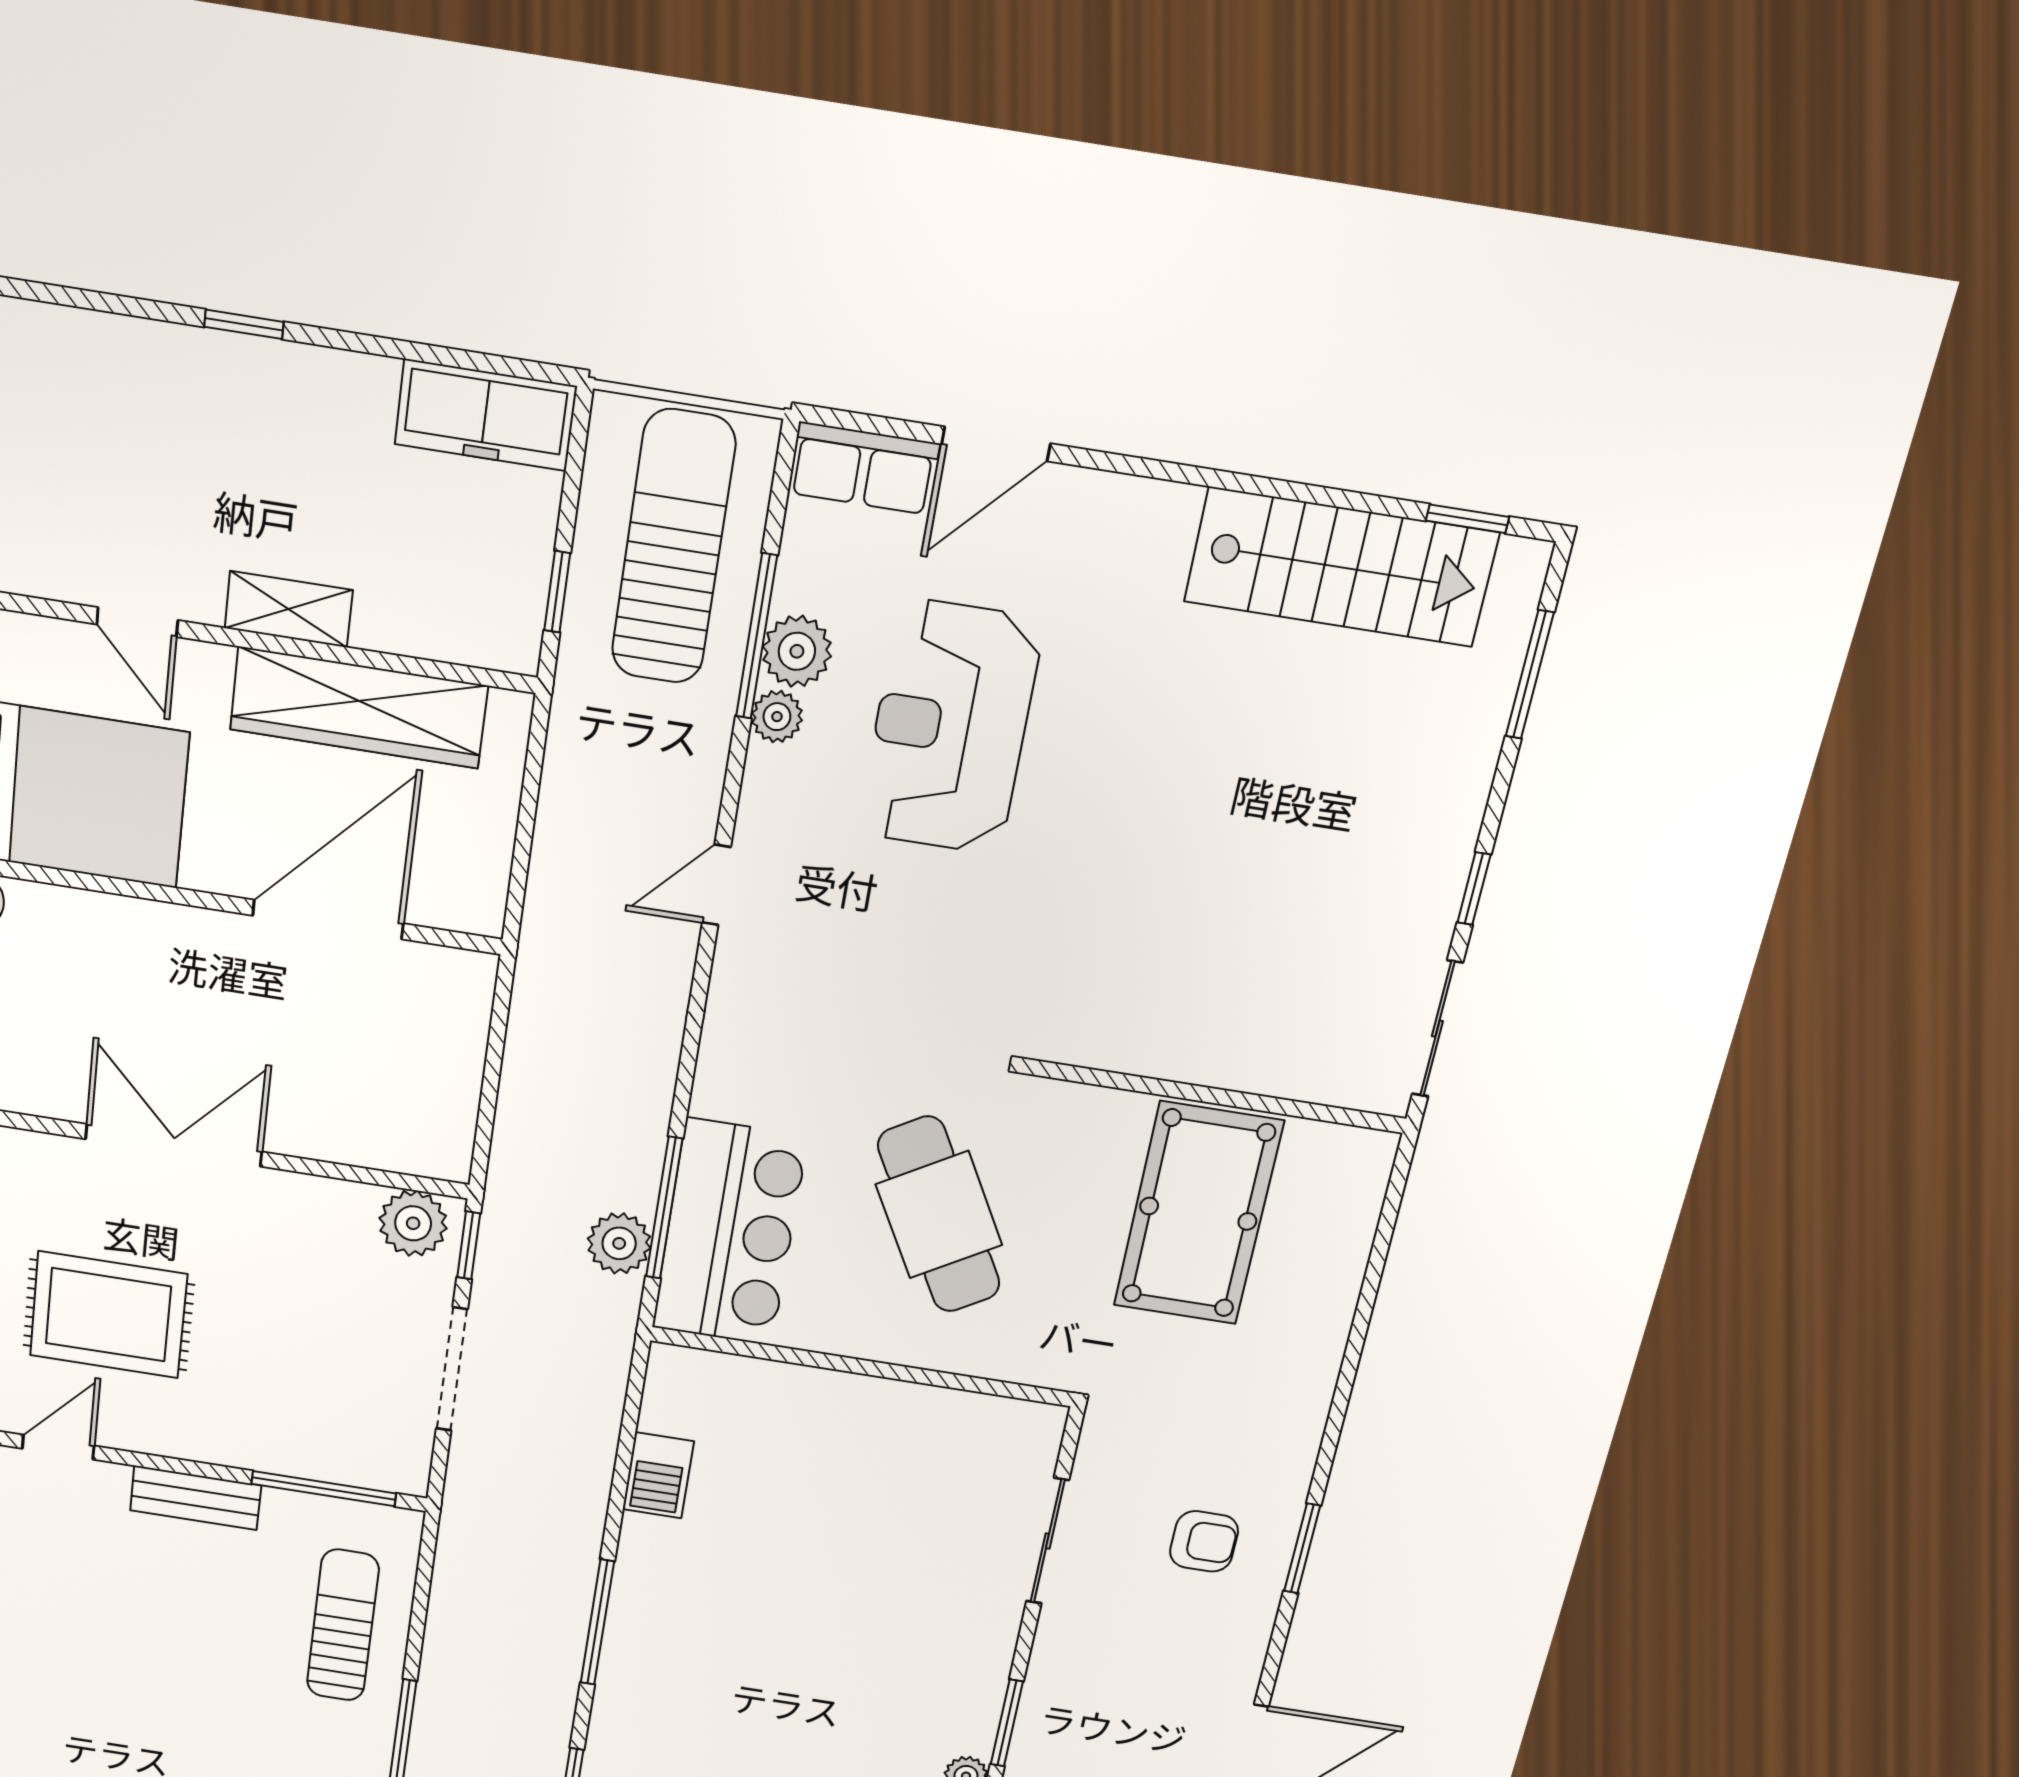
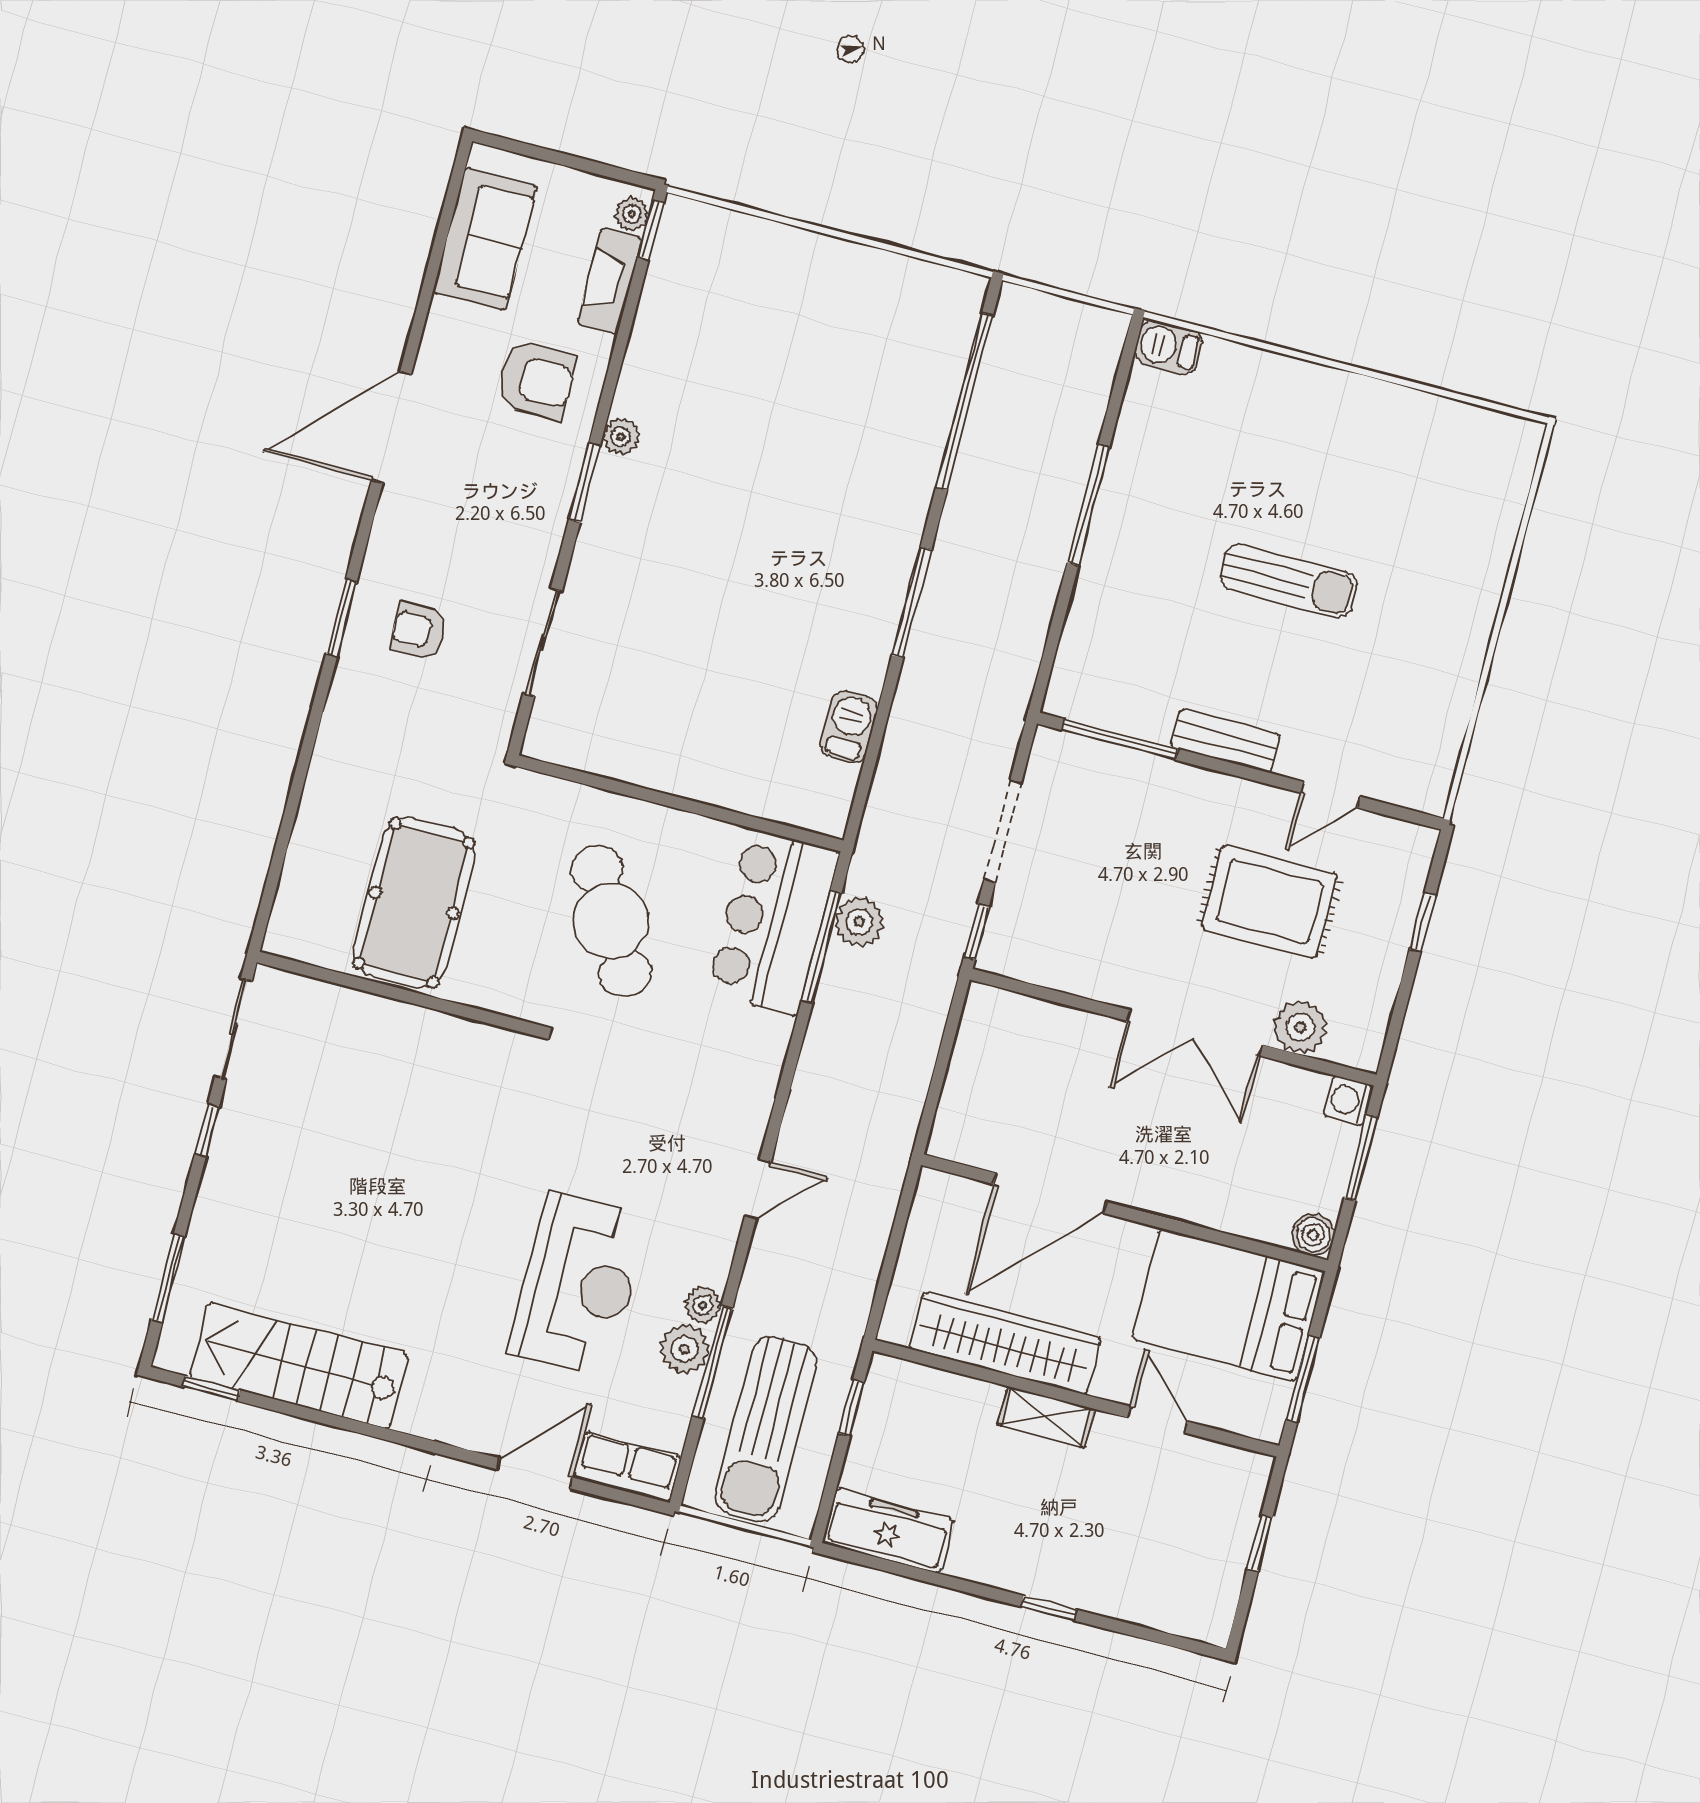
plant: (413, 1223) -> (1300, 1027), moved
sun lounger: (343, 1625) -> (1289, 581), moved, turned -90

